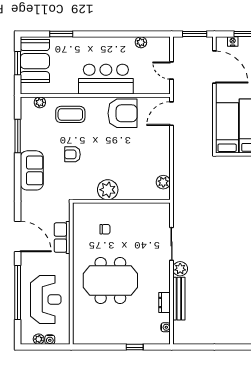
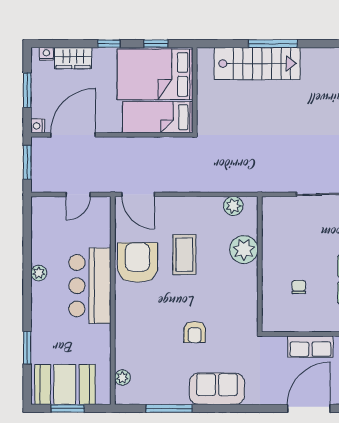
nightstand: (233, 41) -> (38, 126), moved
plant: (141, 42) -> (39, 273), moved
coffee table: (70, 114) -> (184, 255), moved
plant: (108, 190) -> (244, 250), moved

